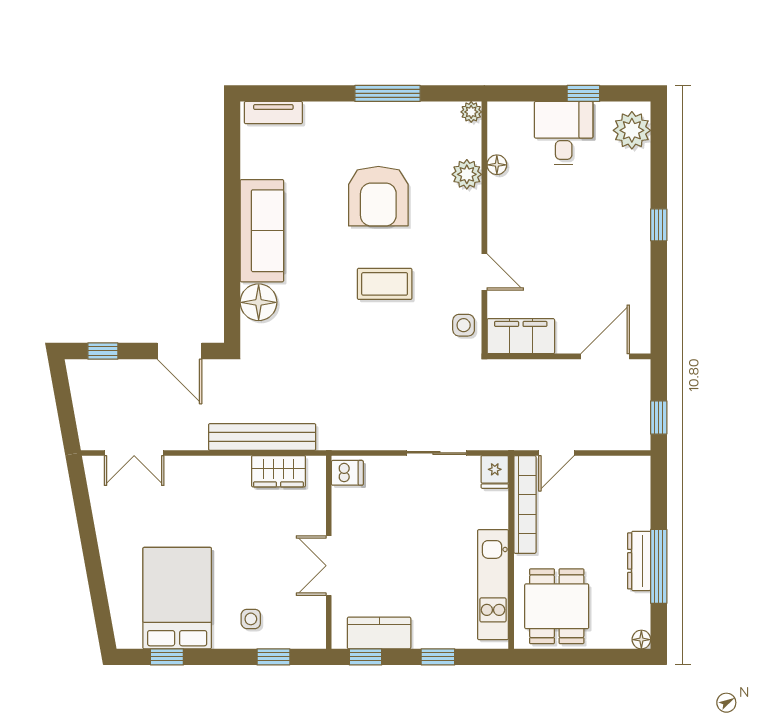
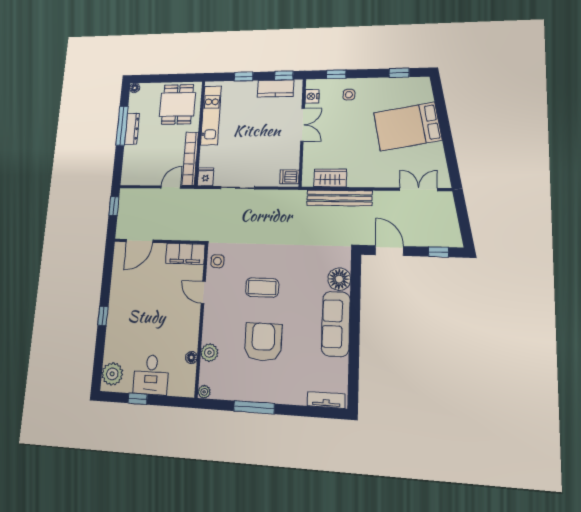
bed: (177, 598) -> (408, 126), moved, turned 80
nightstand: (314, 617) -> (312, 96), added

